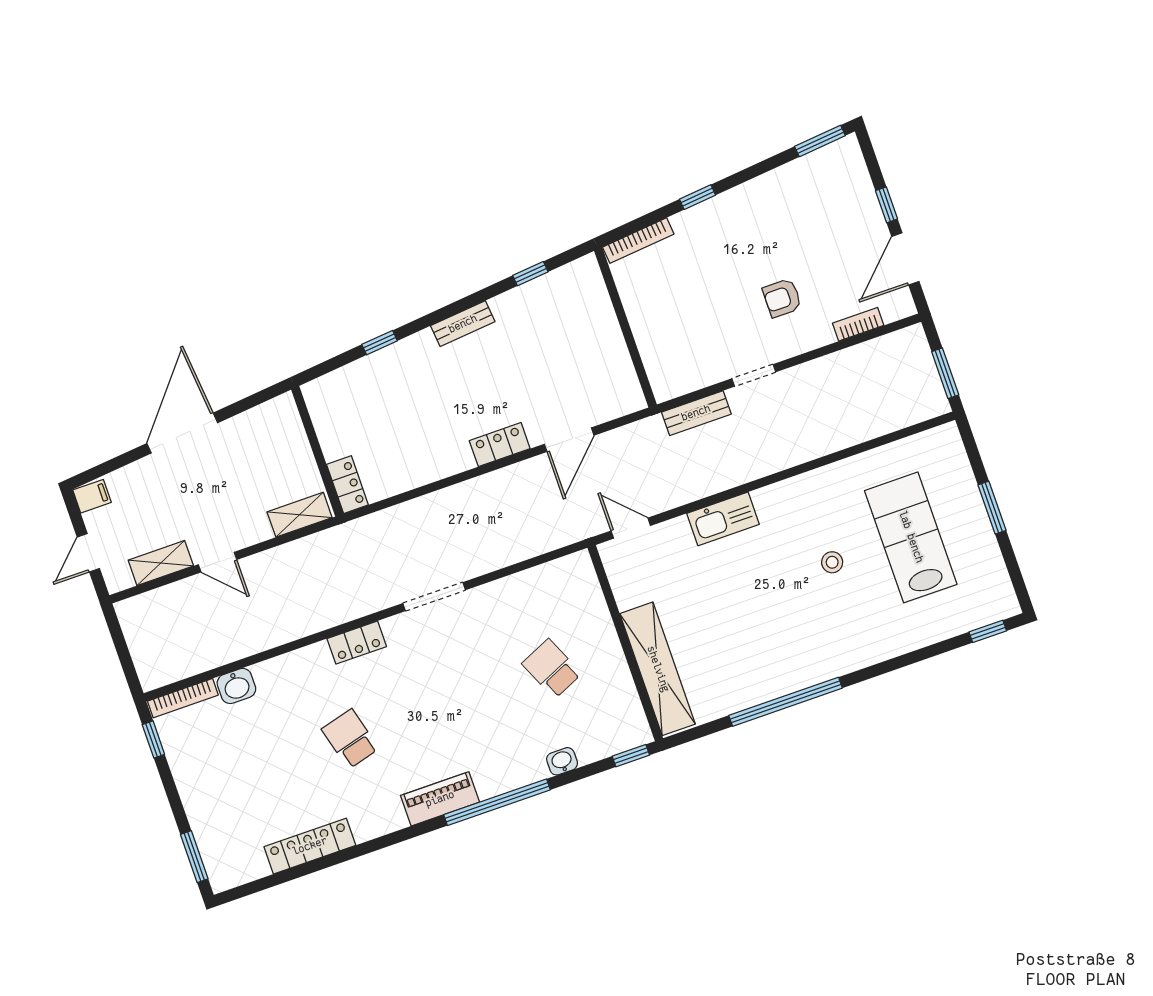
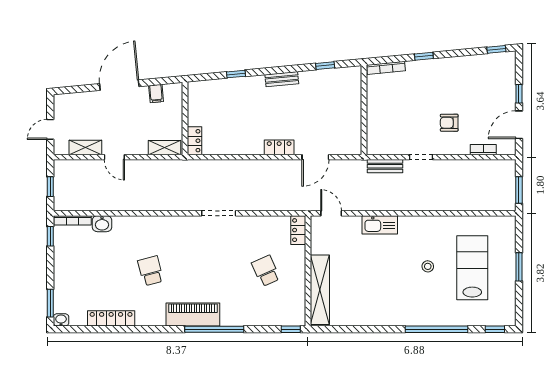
window: (820, 141) -> (496, 49), width x0.67
filing cabinet: (92, 496) -> (156, 94), moved, turned 85
locker: (357, 643) -> (298, 230), moved, turned 90
window: (123, 653) -> (50, 187), added
window: (786, 702) -> (437, 329), moved
washbasin: (562, 761) -> (61, 320), moved
piano: (440, 799) -> (193, 314), width x1.37, depth x1.33

